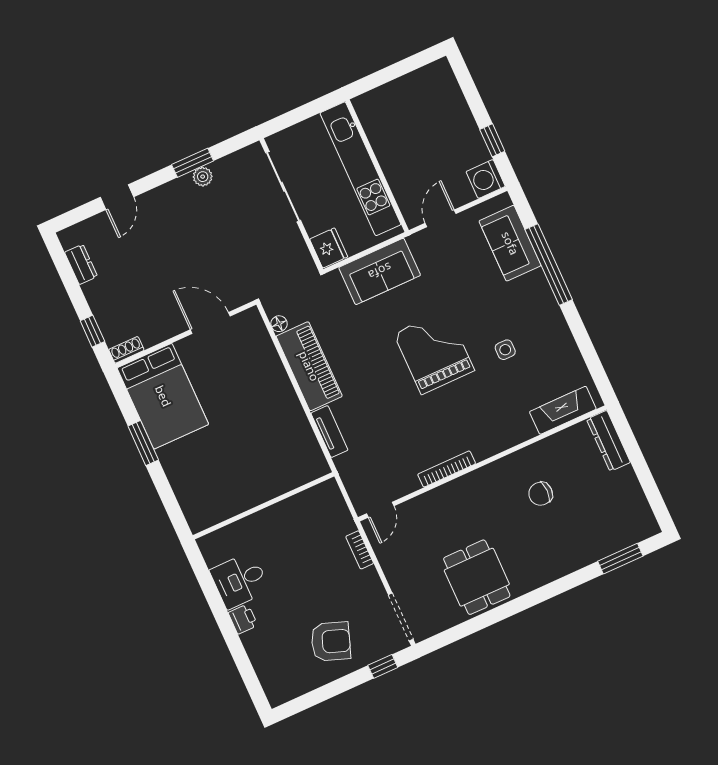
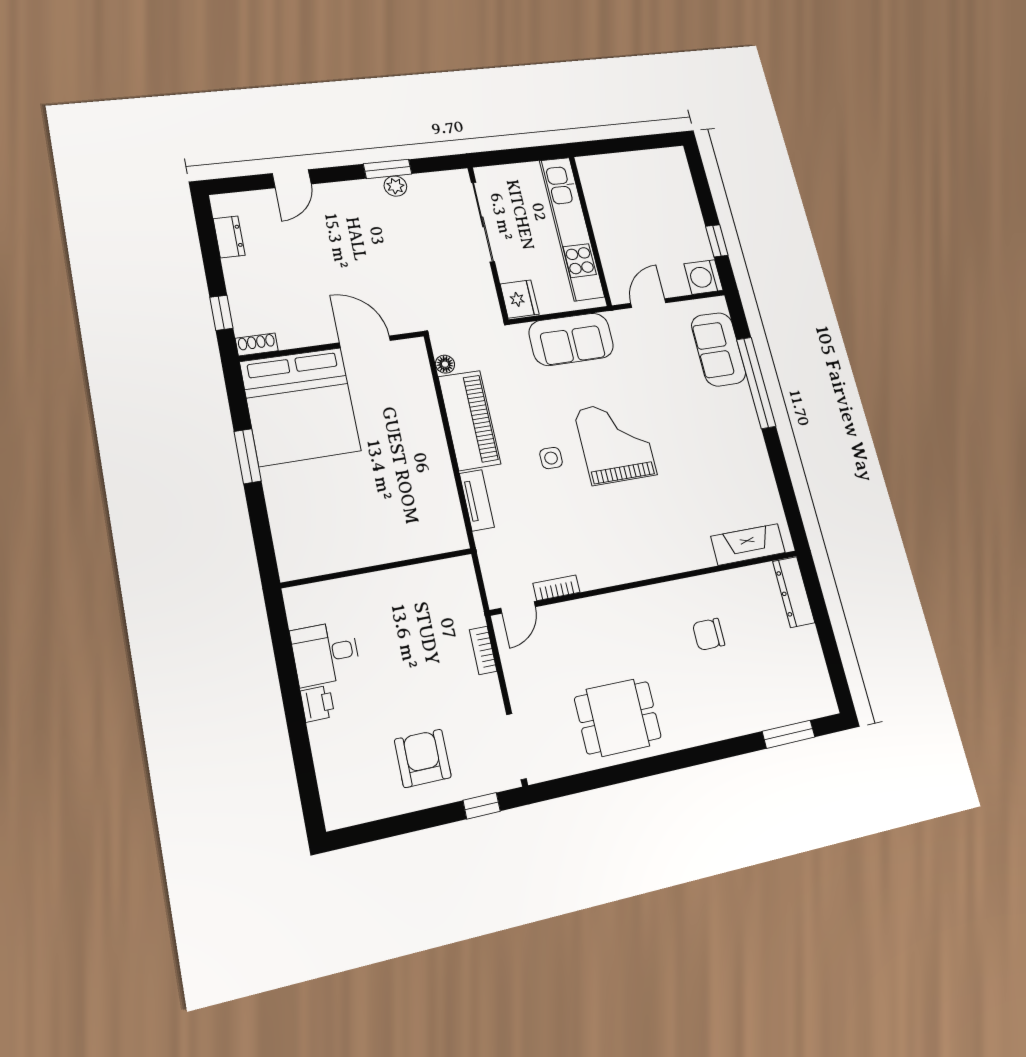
side table: (505, 350) -> (551, 458), moved
bed: (163, 396) -> (300, 406), width x1.36
bookcase: (447, 469) -> (556, 588), moved, width x0.64
dining table: (477, 577) -> (618, 718), turned 90
armchair: (331, 641) -> (423, 758), turned -110

